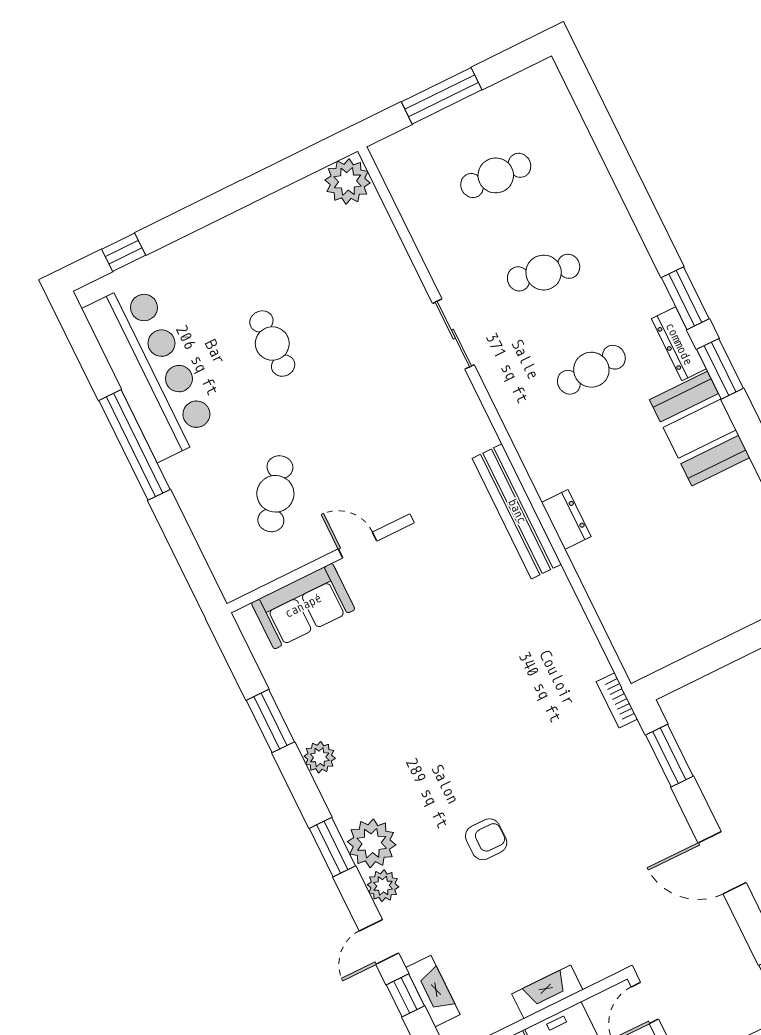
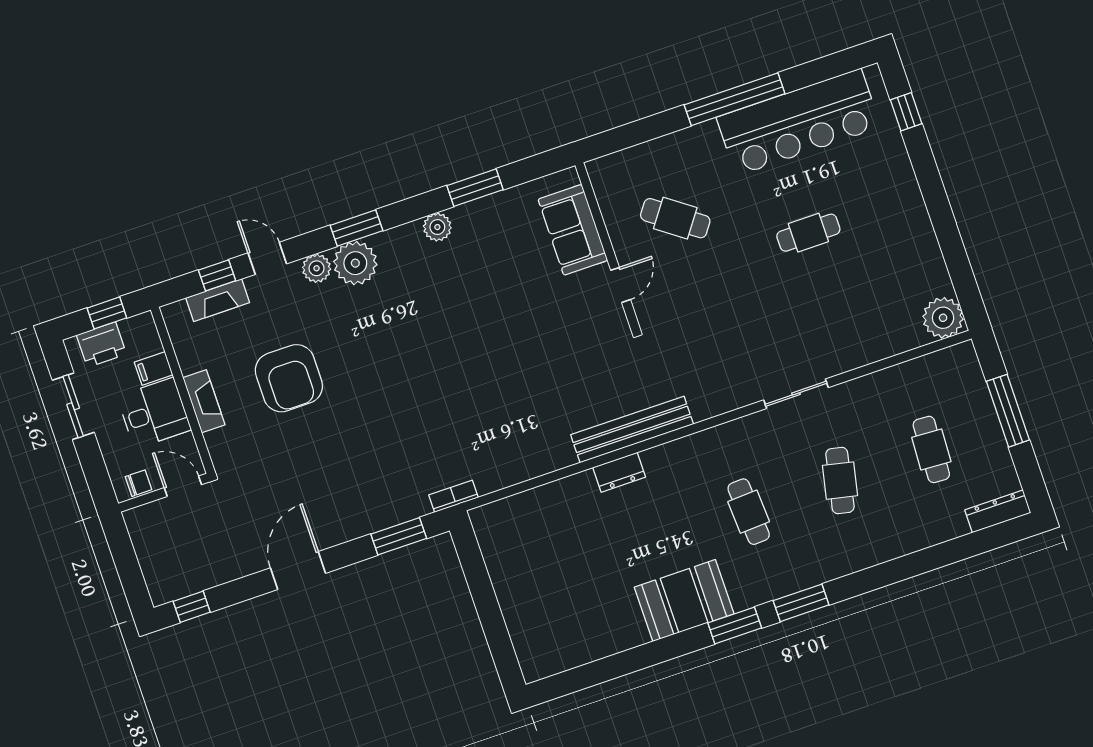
dresser: (679, 344) -> (998, 511), moved
armchair: (486, 839) -> (289, 378), moved, width x1.88, depth x1.88

